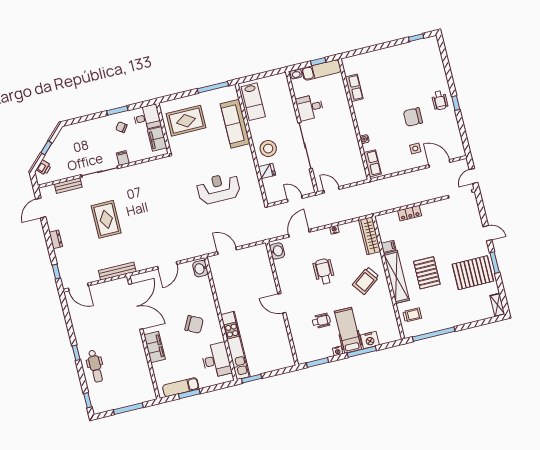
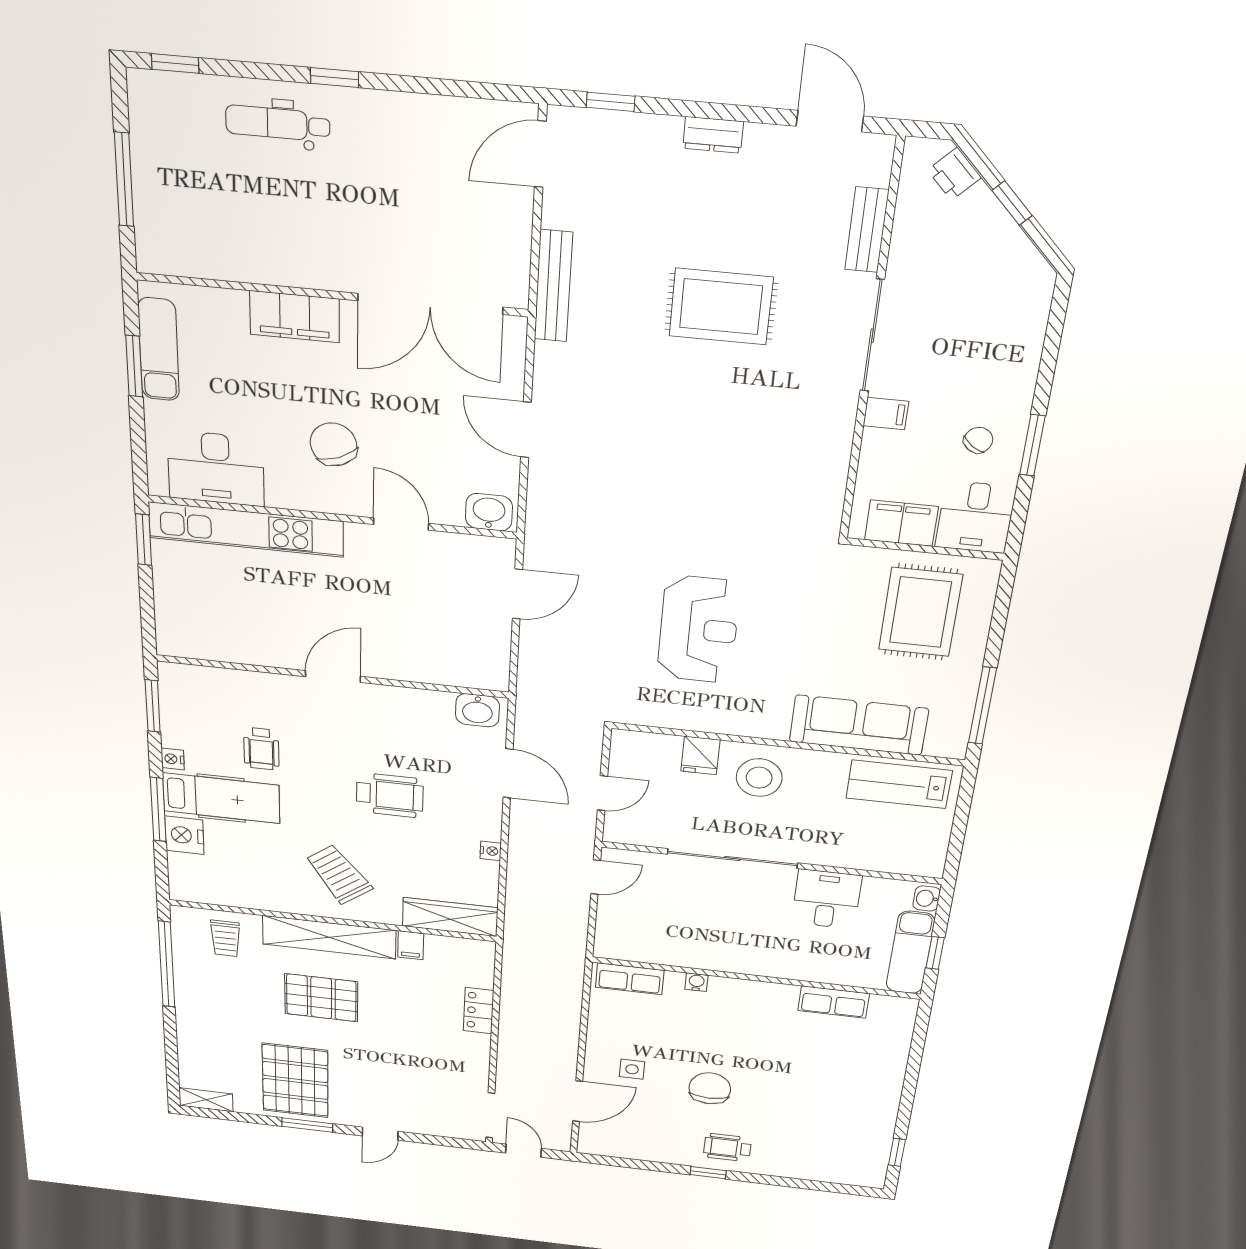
door: (215, 296) -> (401, 524), added
chair: (194, 324) -> (333, 444), turned 131

